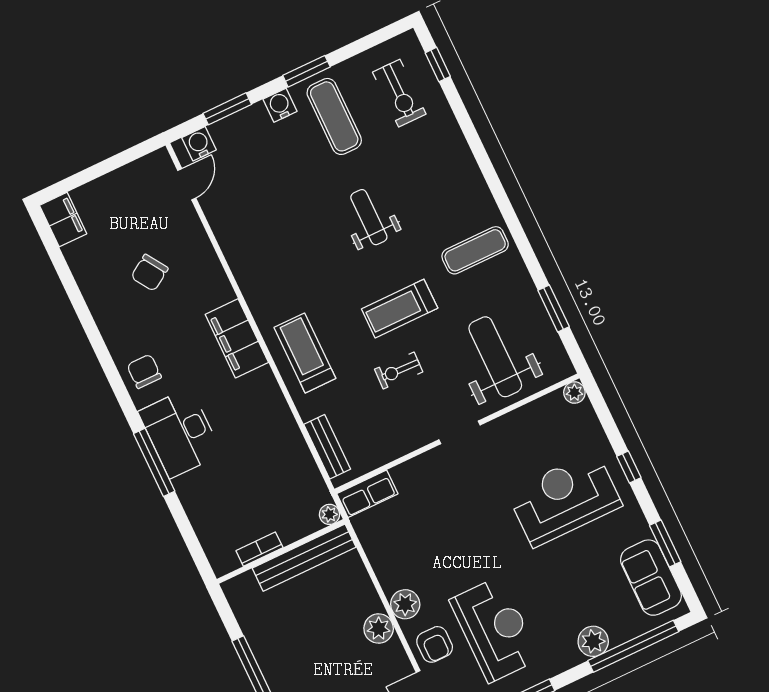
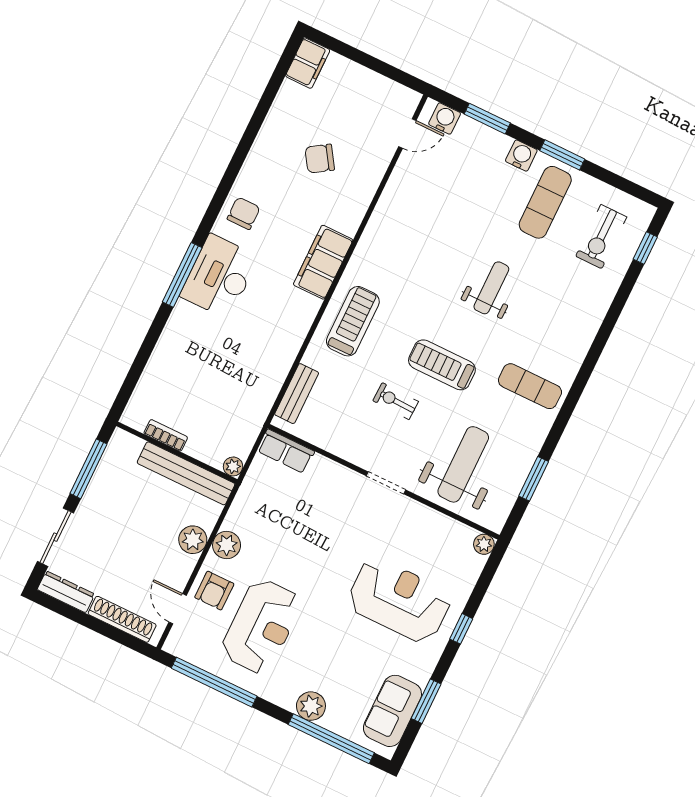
plant: (329, 514) -> (233, 466), moved
bookcase: (259, 549) -> (166, 435), moved
wall: (281, 551) -> (177, 453), moved
bench: (304, 558) -> (186, 473), moved

